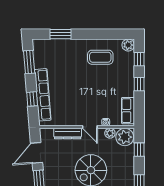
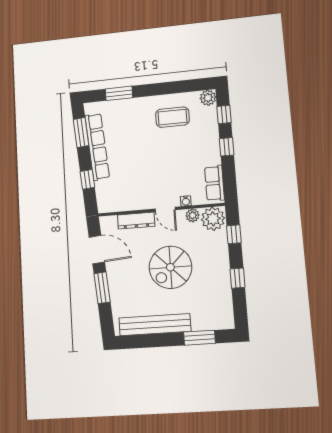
row of seats: (43, 95) -> (97, 147), moved
door: (37, 153) -> (97, 250), swing flipped

